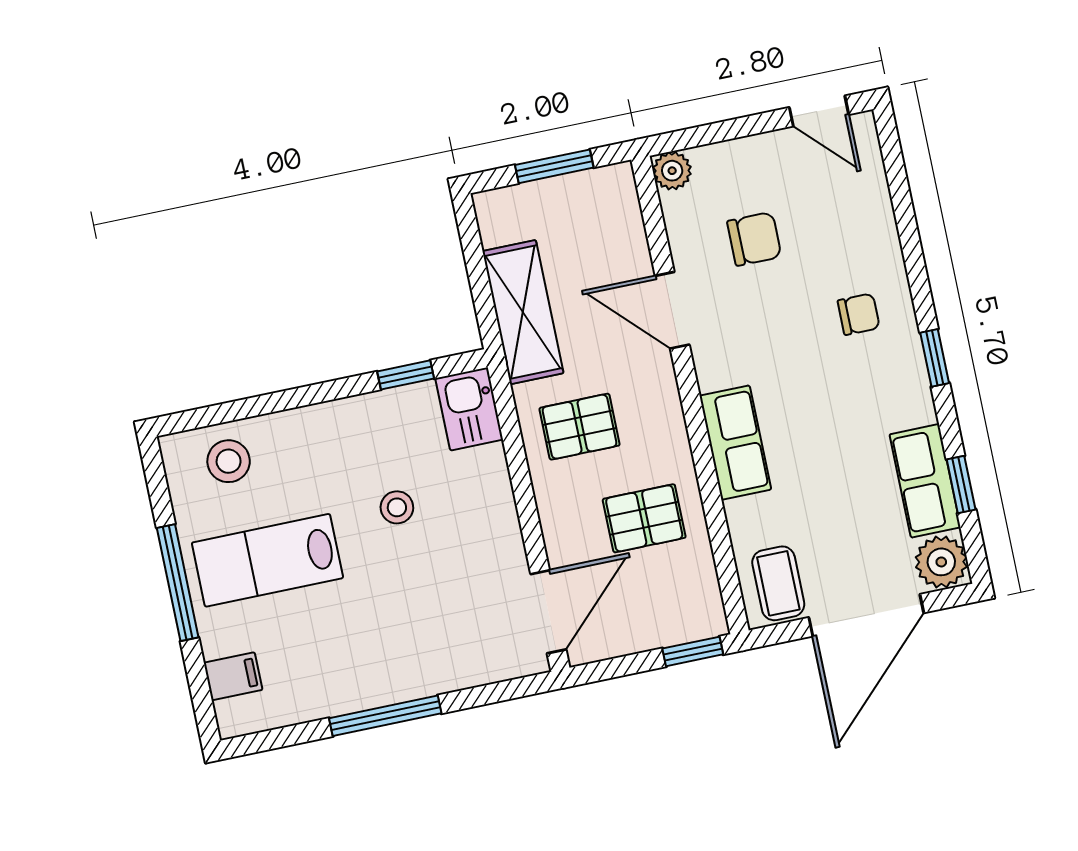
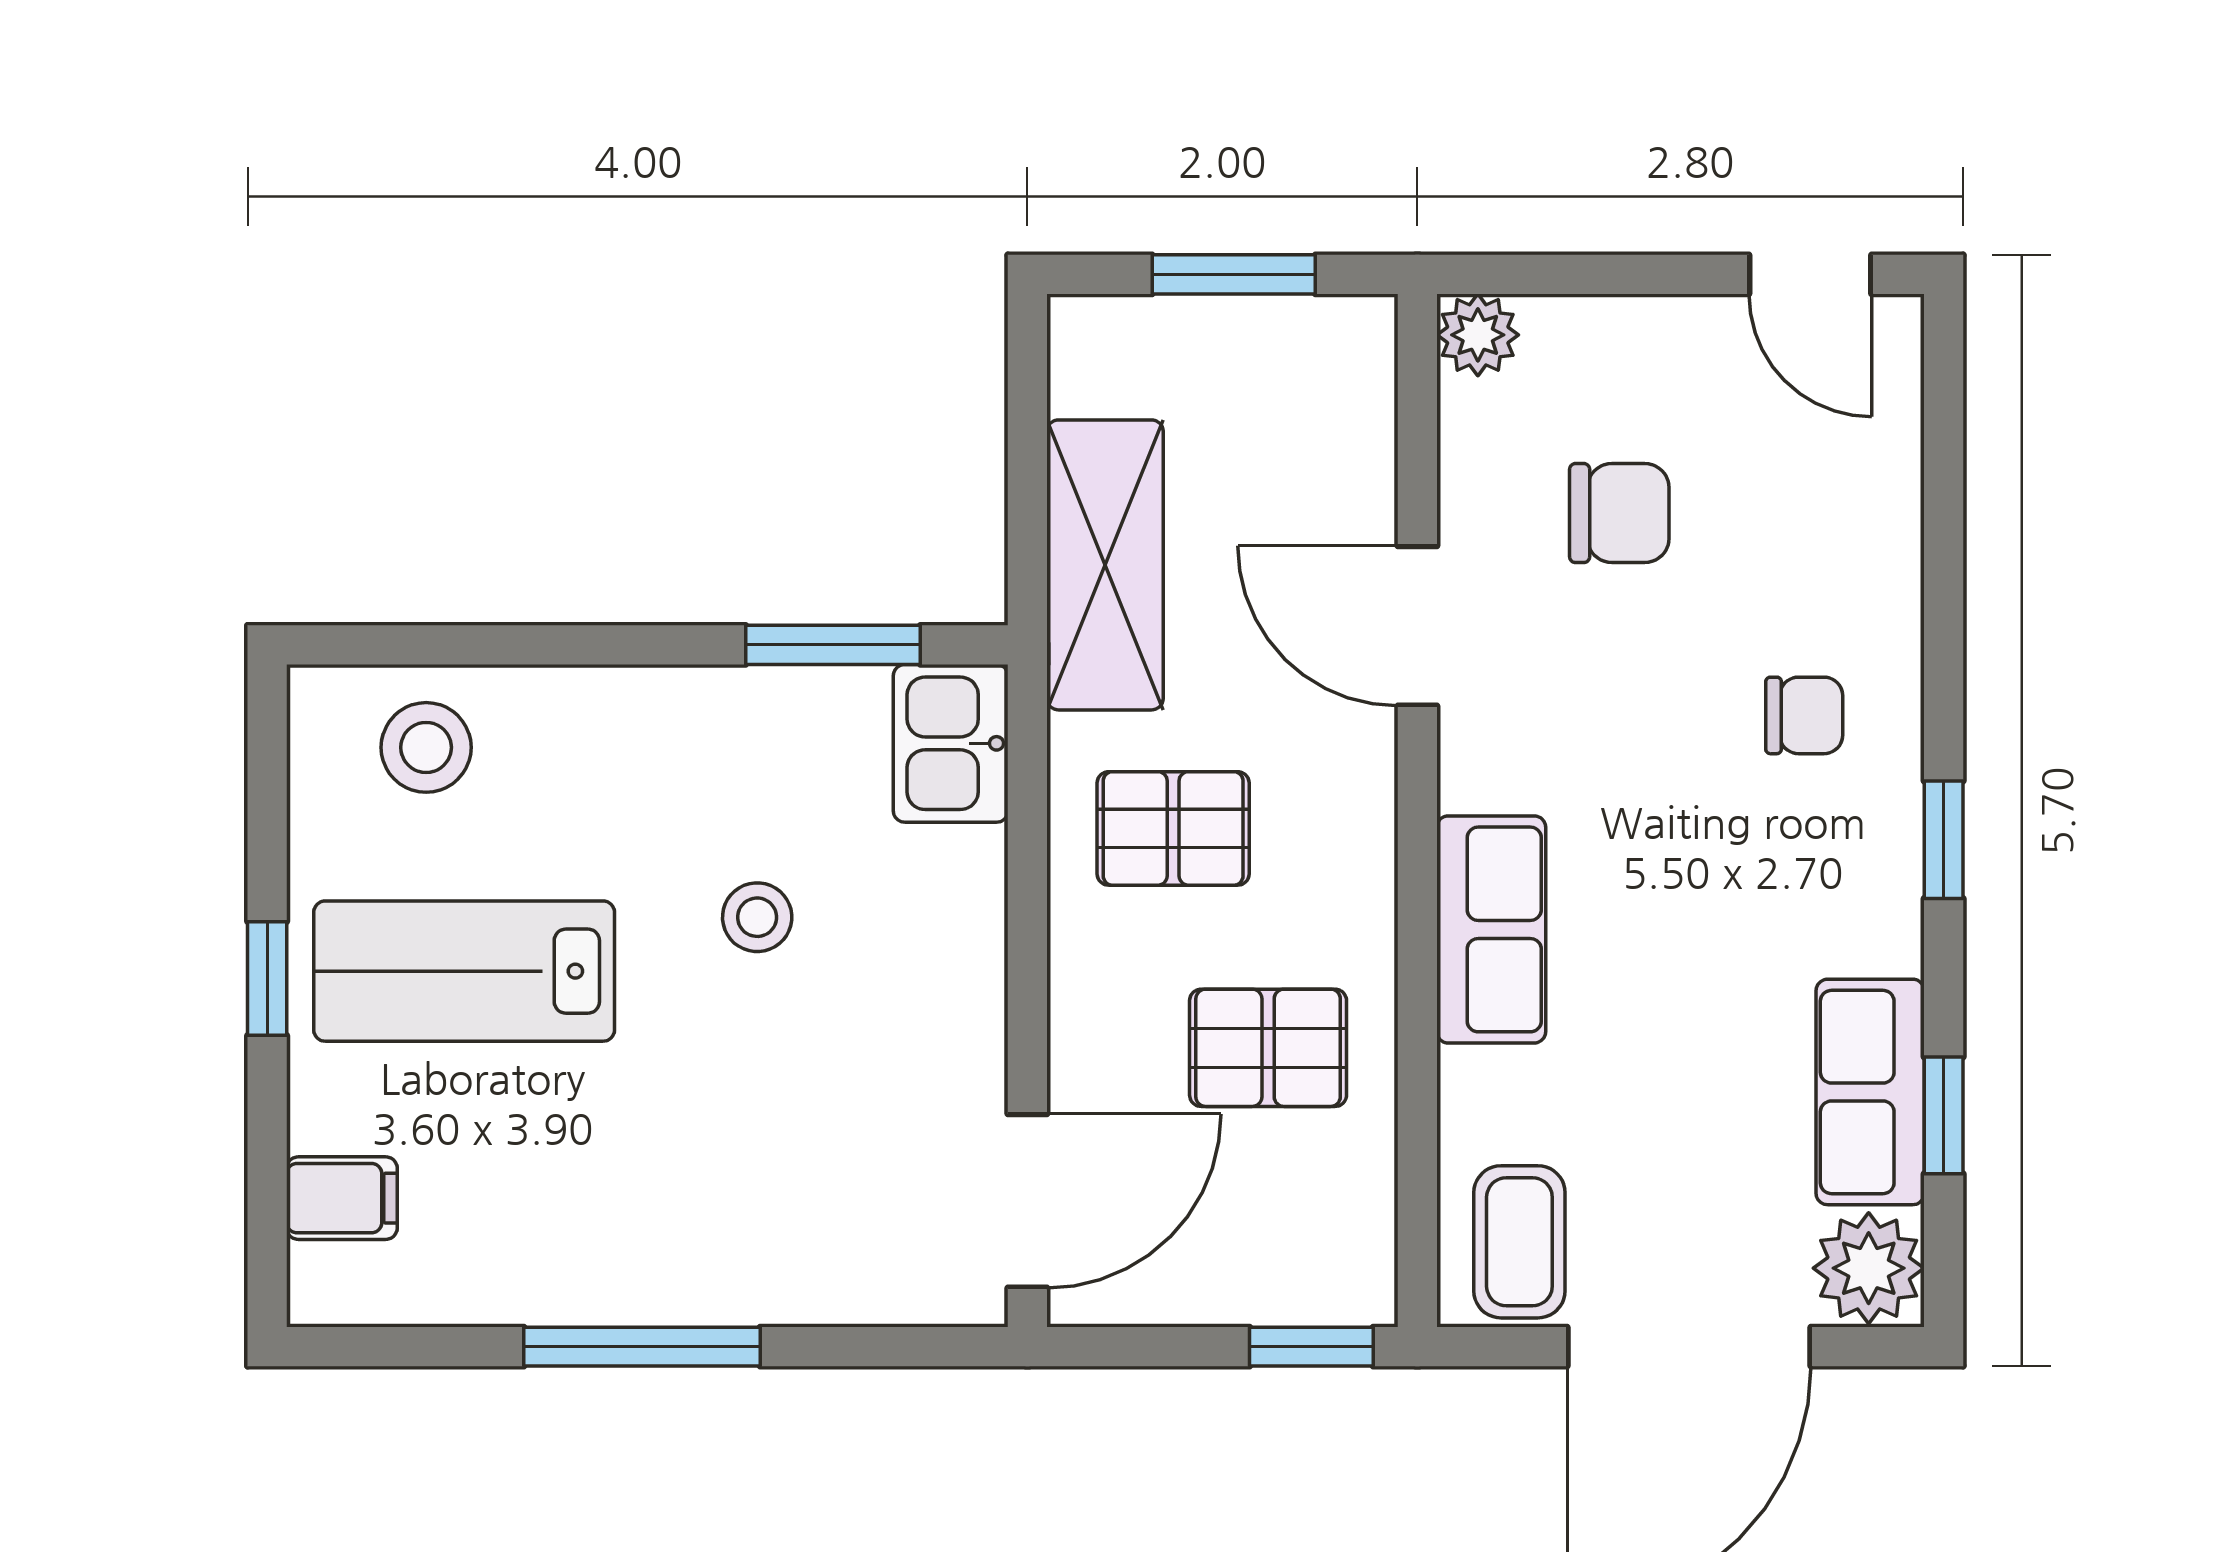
window: (406, 375) -> (833, 645), width x1.50
window: (178, 583) -> (267, 979), width x0.46

